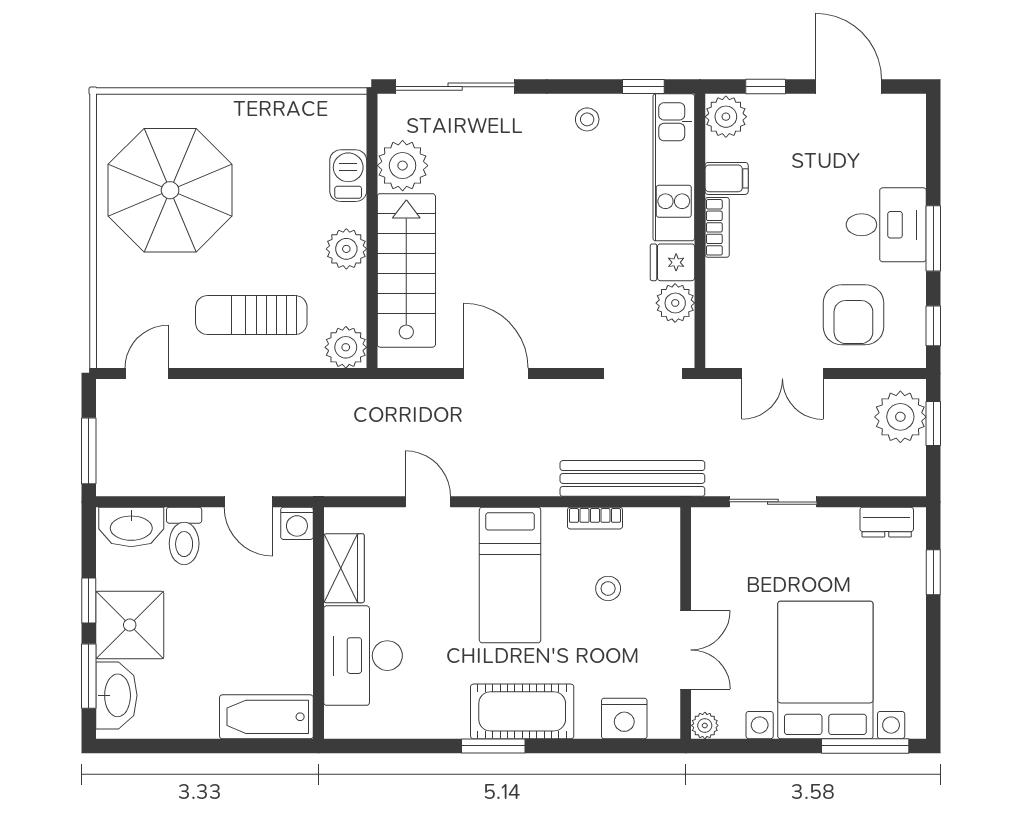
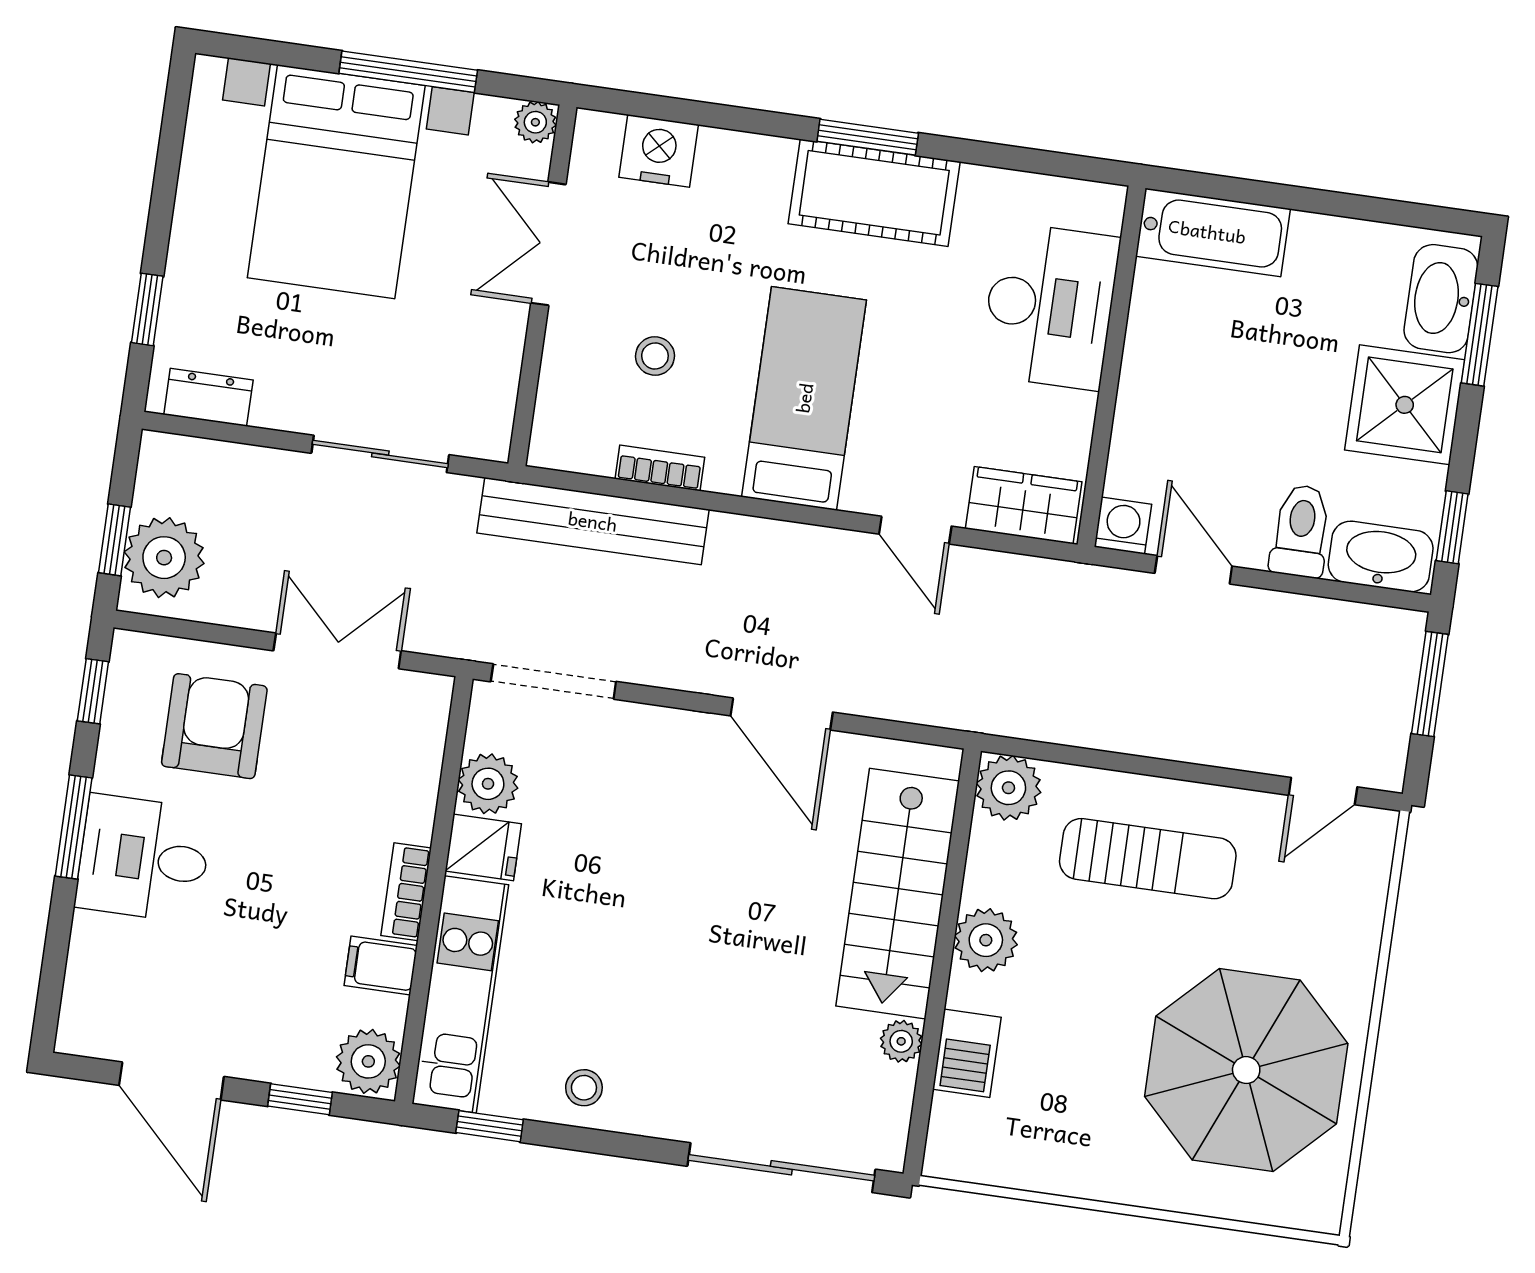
plant: (403, 166) -> (901, 1041), width x0.53, depth x0.53
wardrobe: (344, 568) -> (1024, 505), moved, turned 90
window: (89, 600) -> (1452, 527), moved
cot: (522, 711) -> (874, 193), moved
window: (865, 746) -> (408, 72), moved

